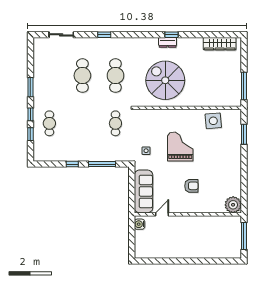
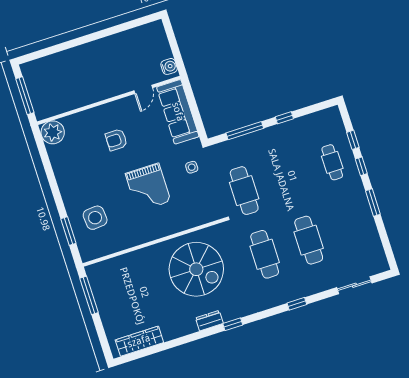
window: (171, 35) -> (233, 324), moved
side table: (213, 121) -> (95, 218), moved
cafe table: (115, 123) -> (244, 191), width x1.37, depth x1.35

